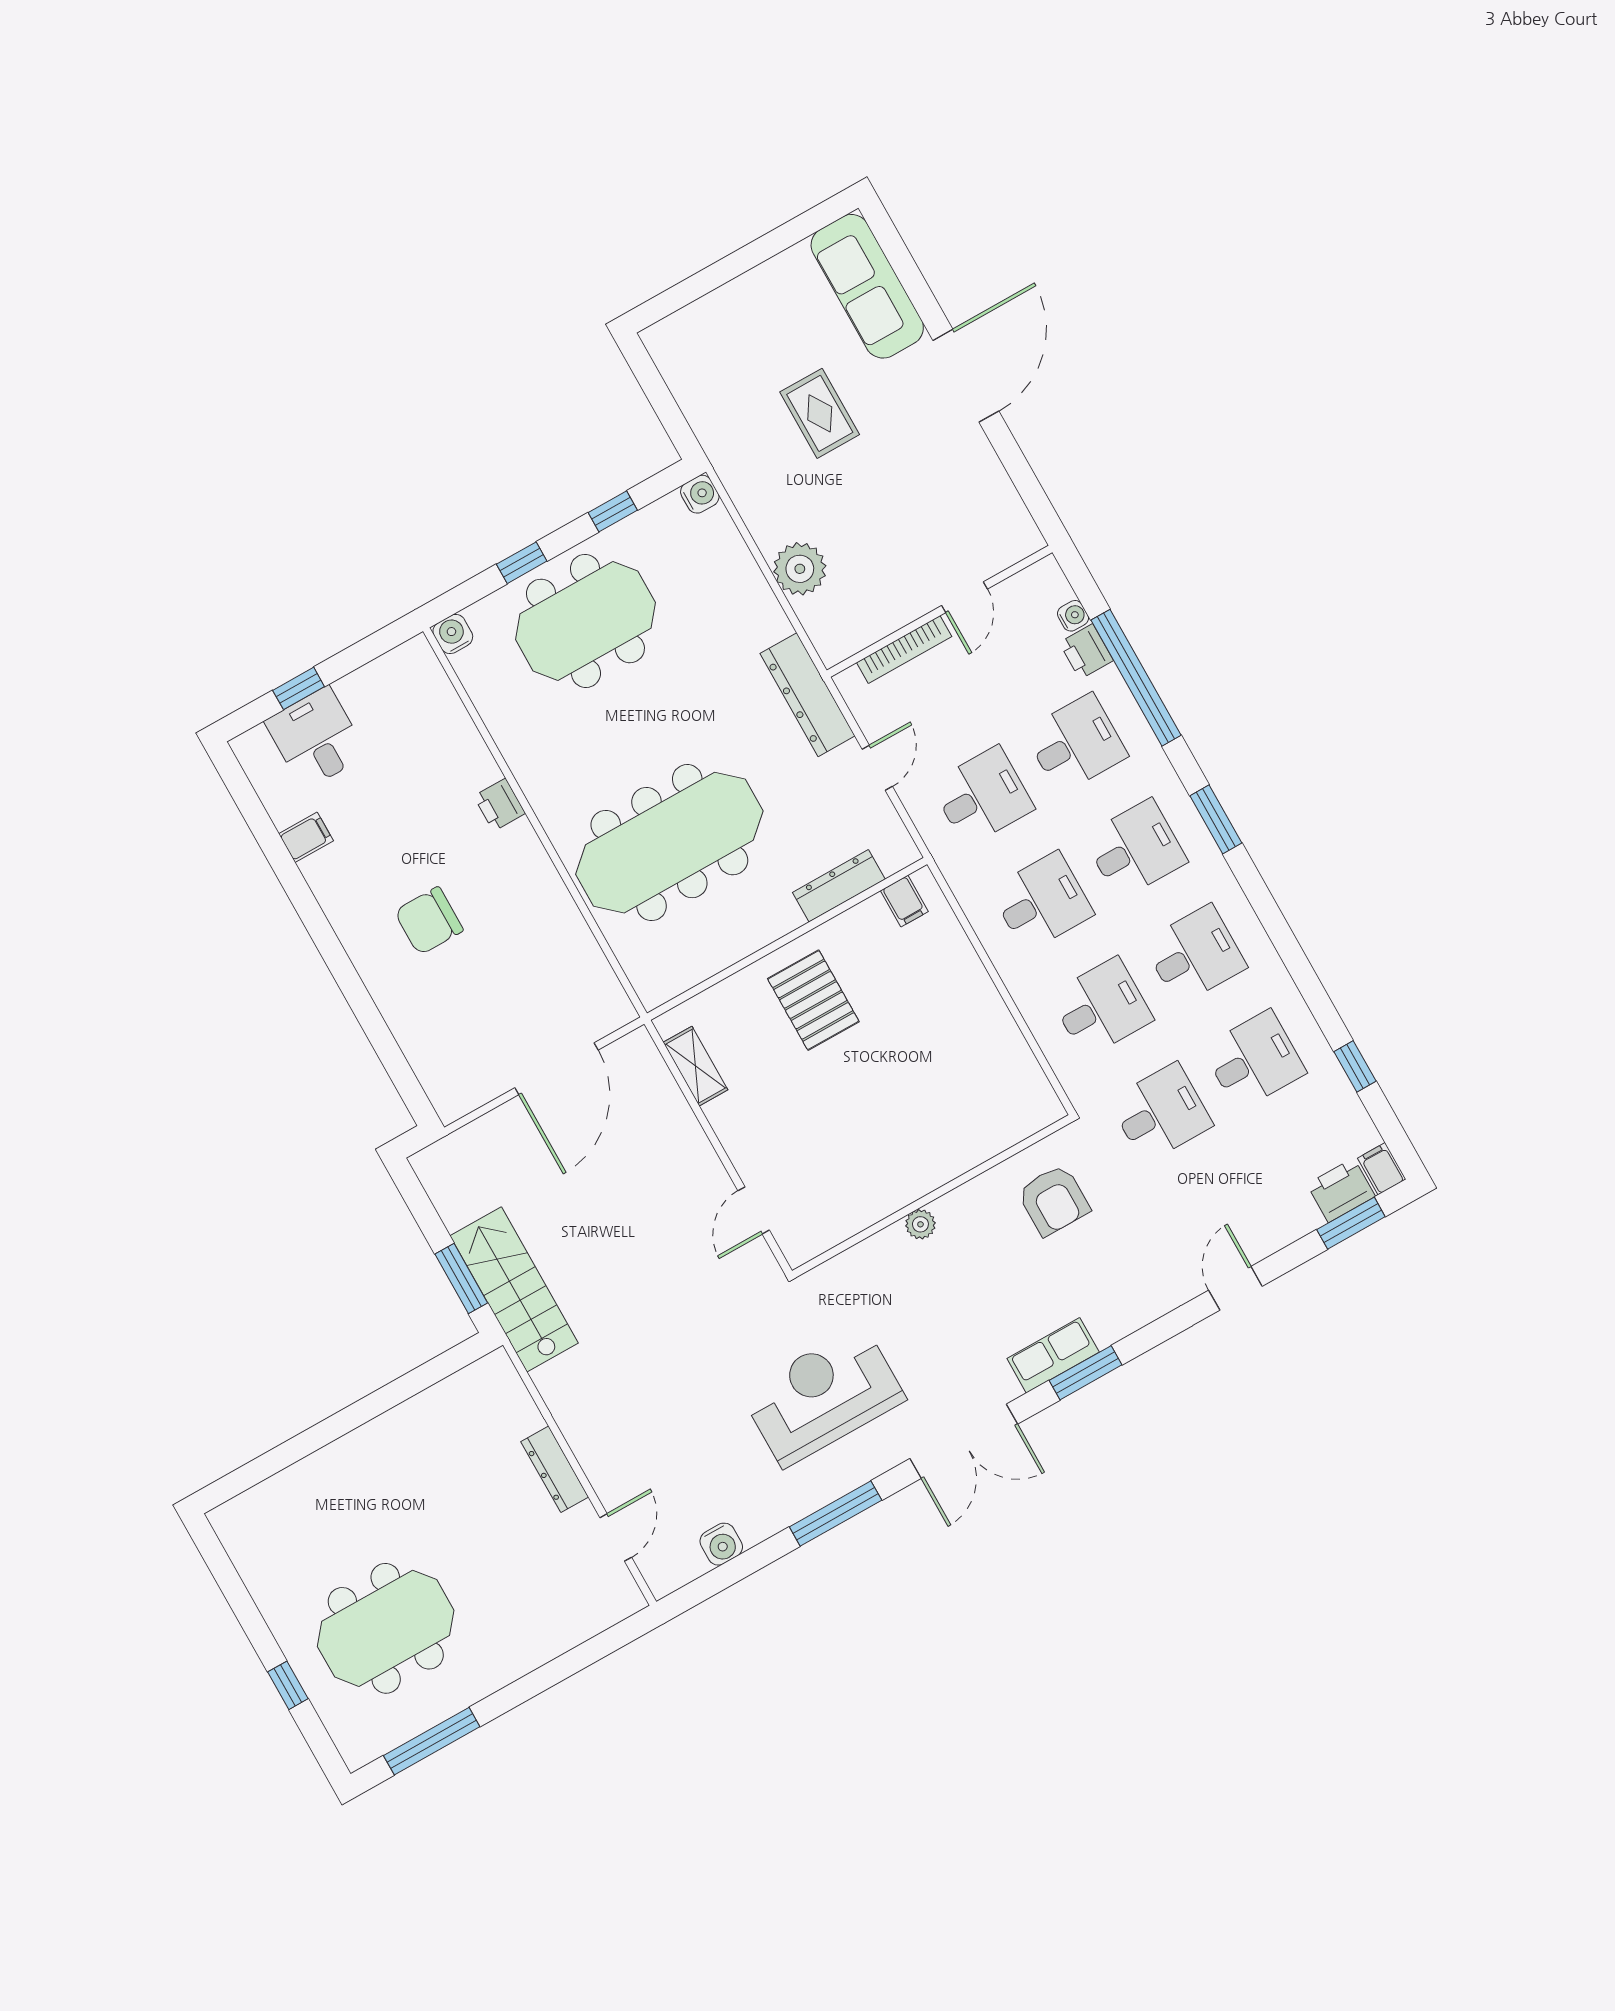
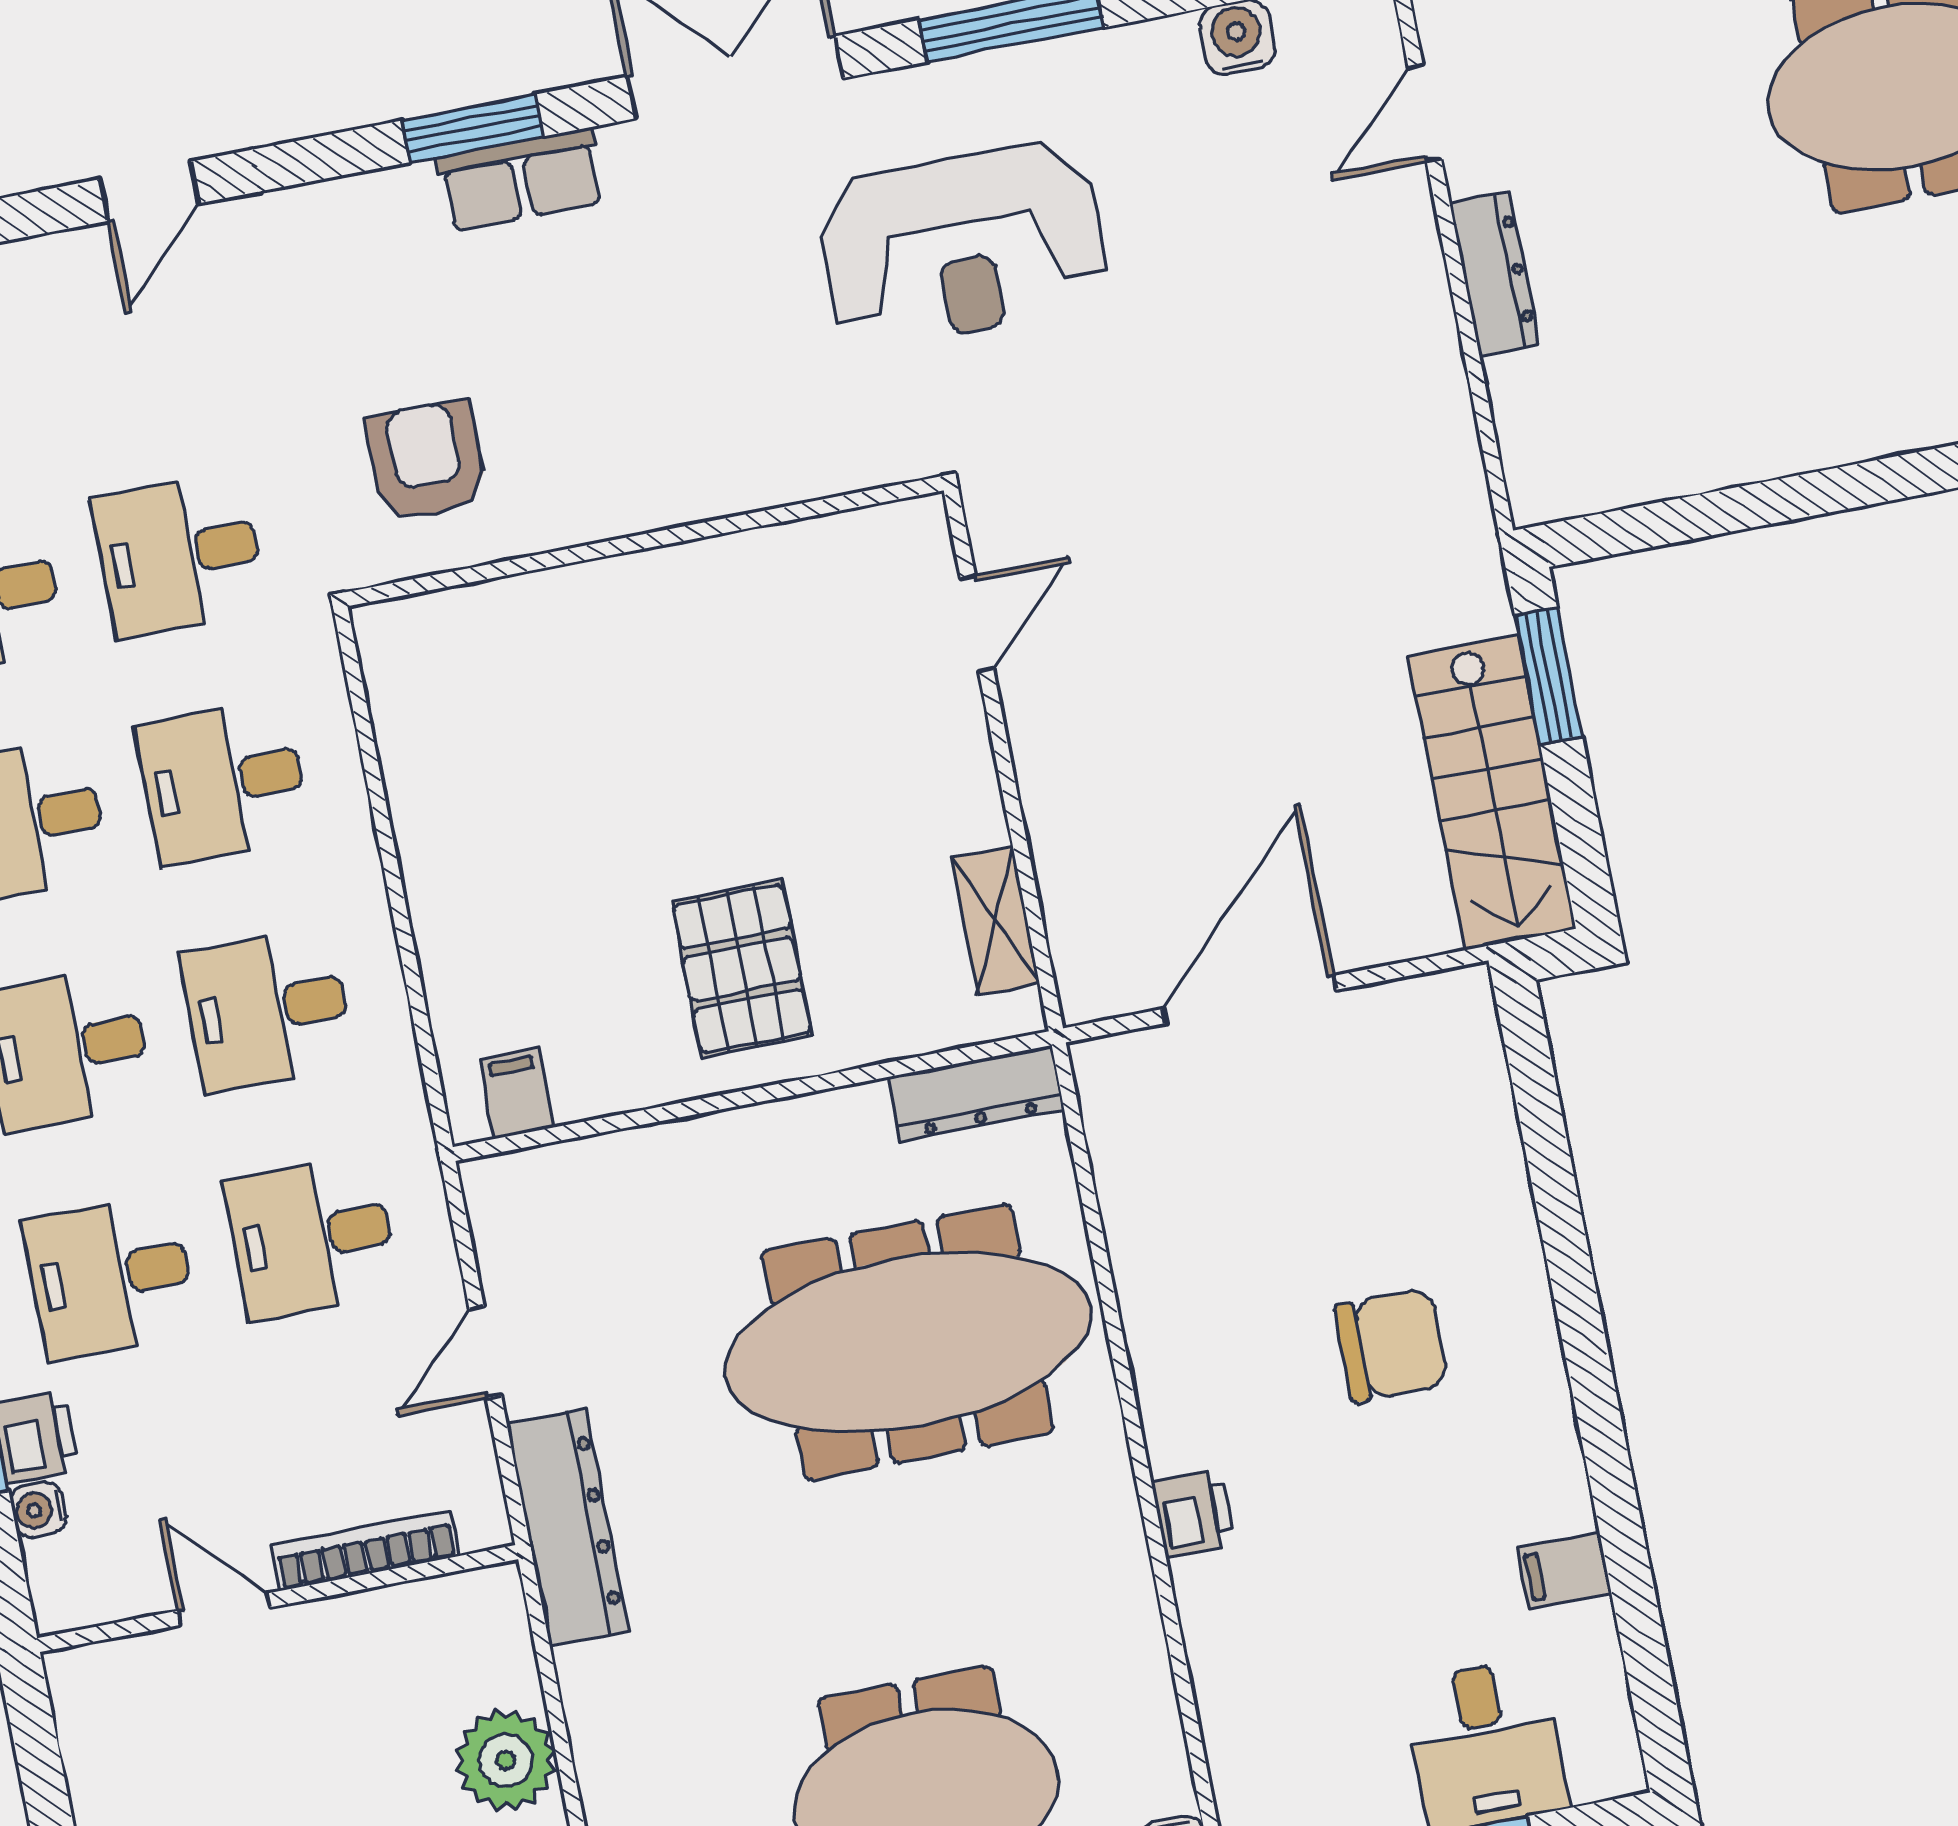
door: (964, 597) -> (224, 1609), hinge flipped
dresser: (839, 886) -> (976, 1093), moved
plant: (920, 1224) -> (682, 497), removed
stairs: (514, 1289) -> (1492, 792), moved

